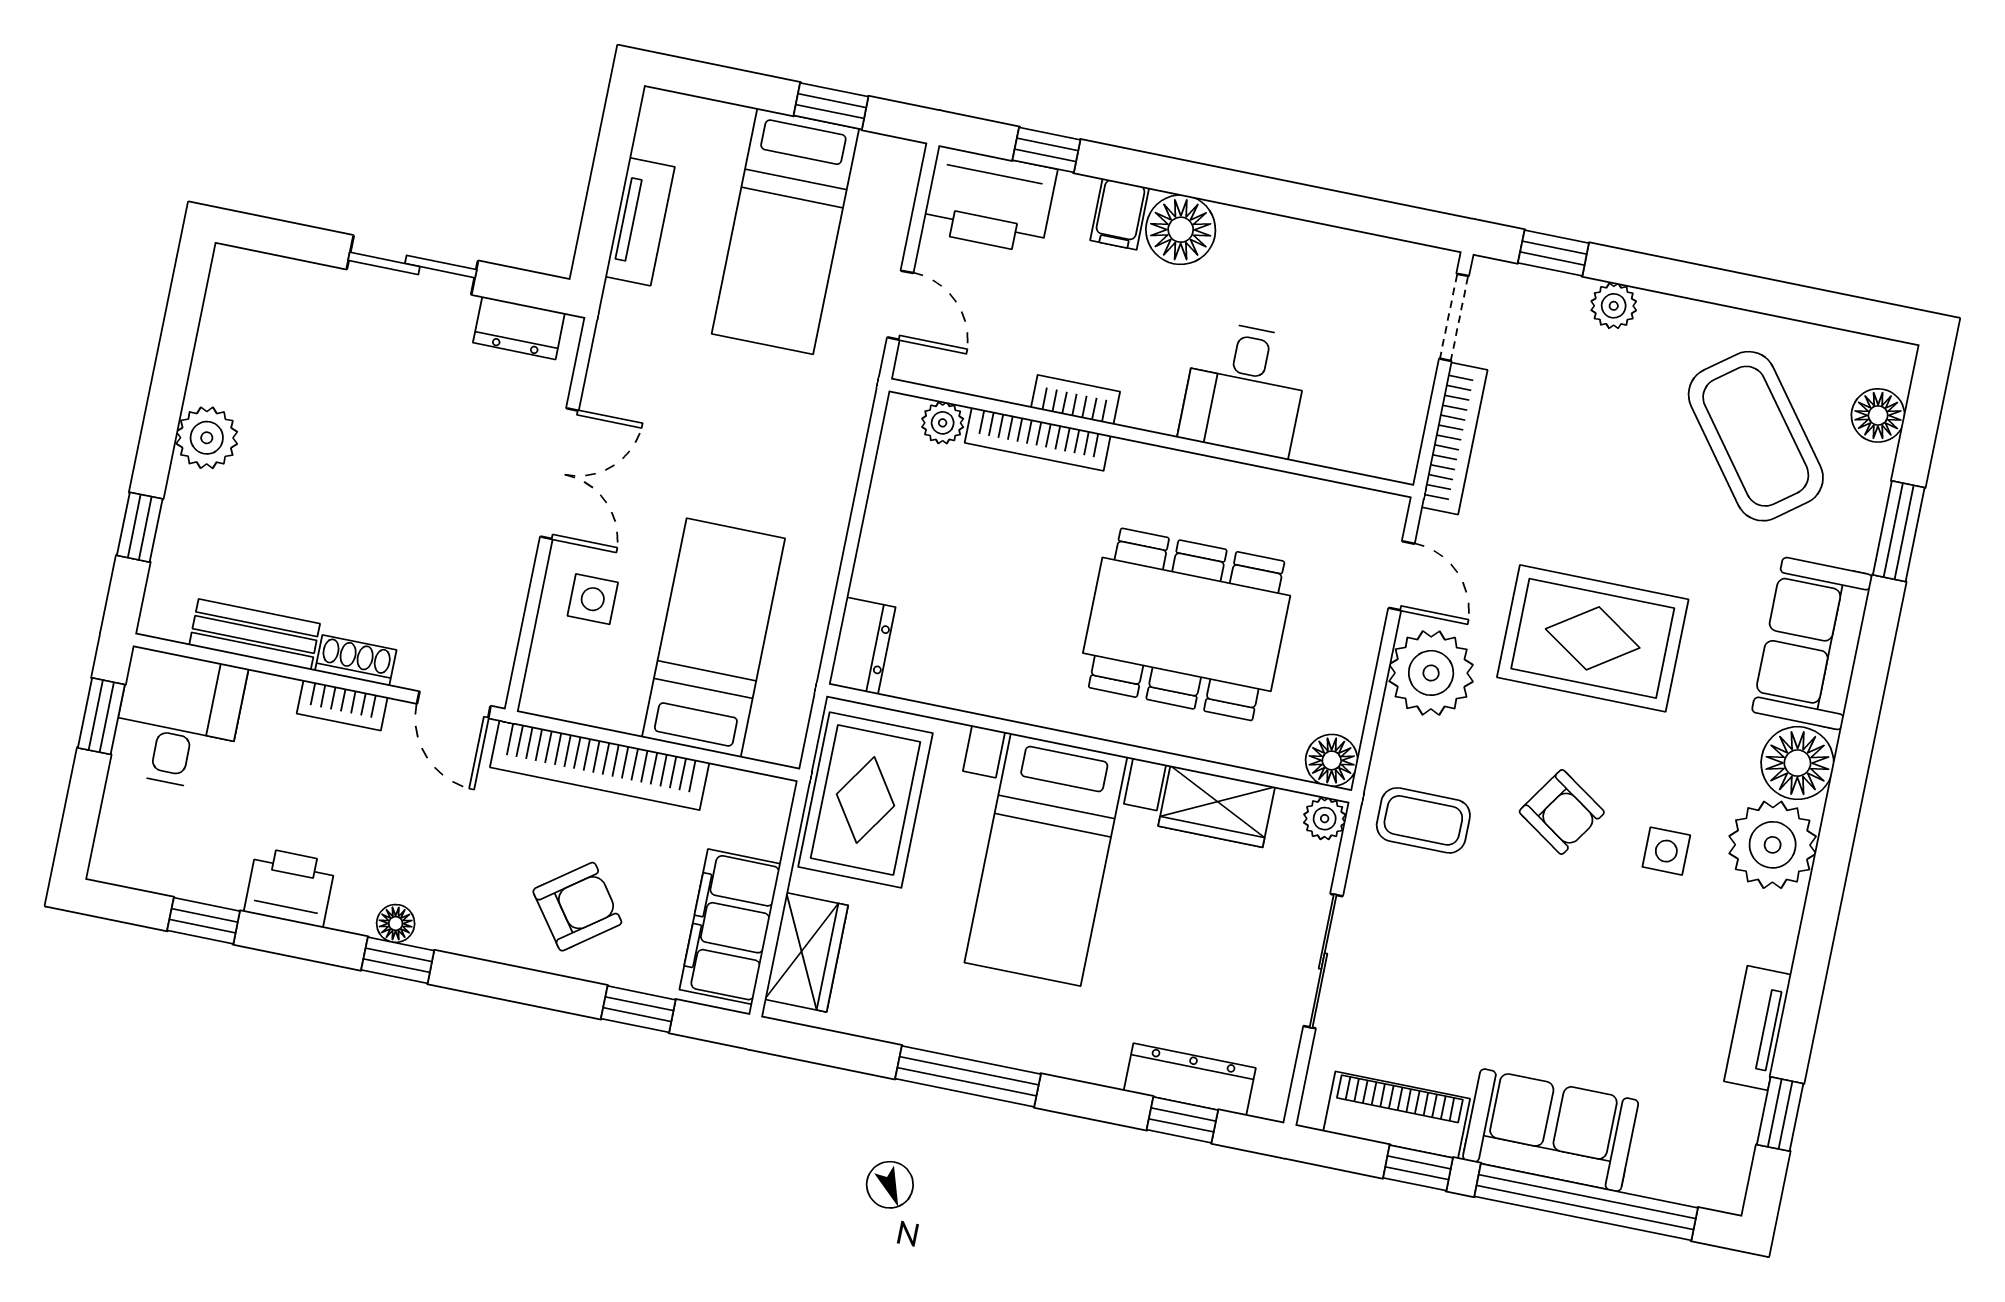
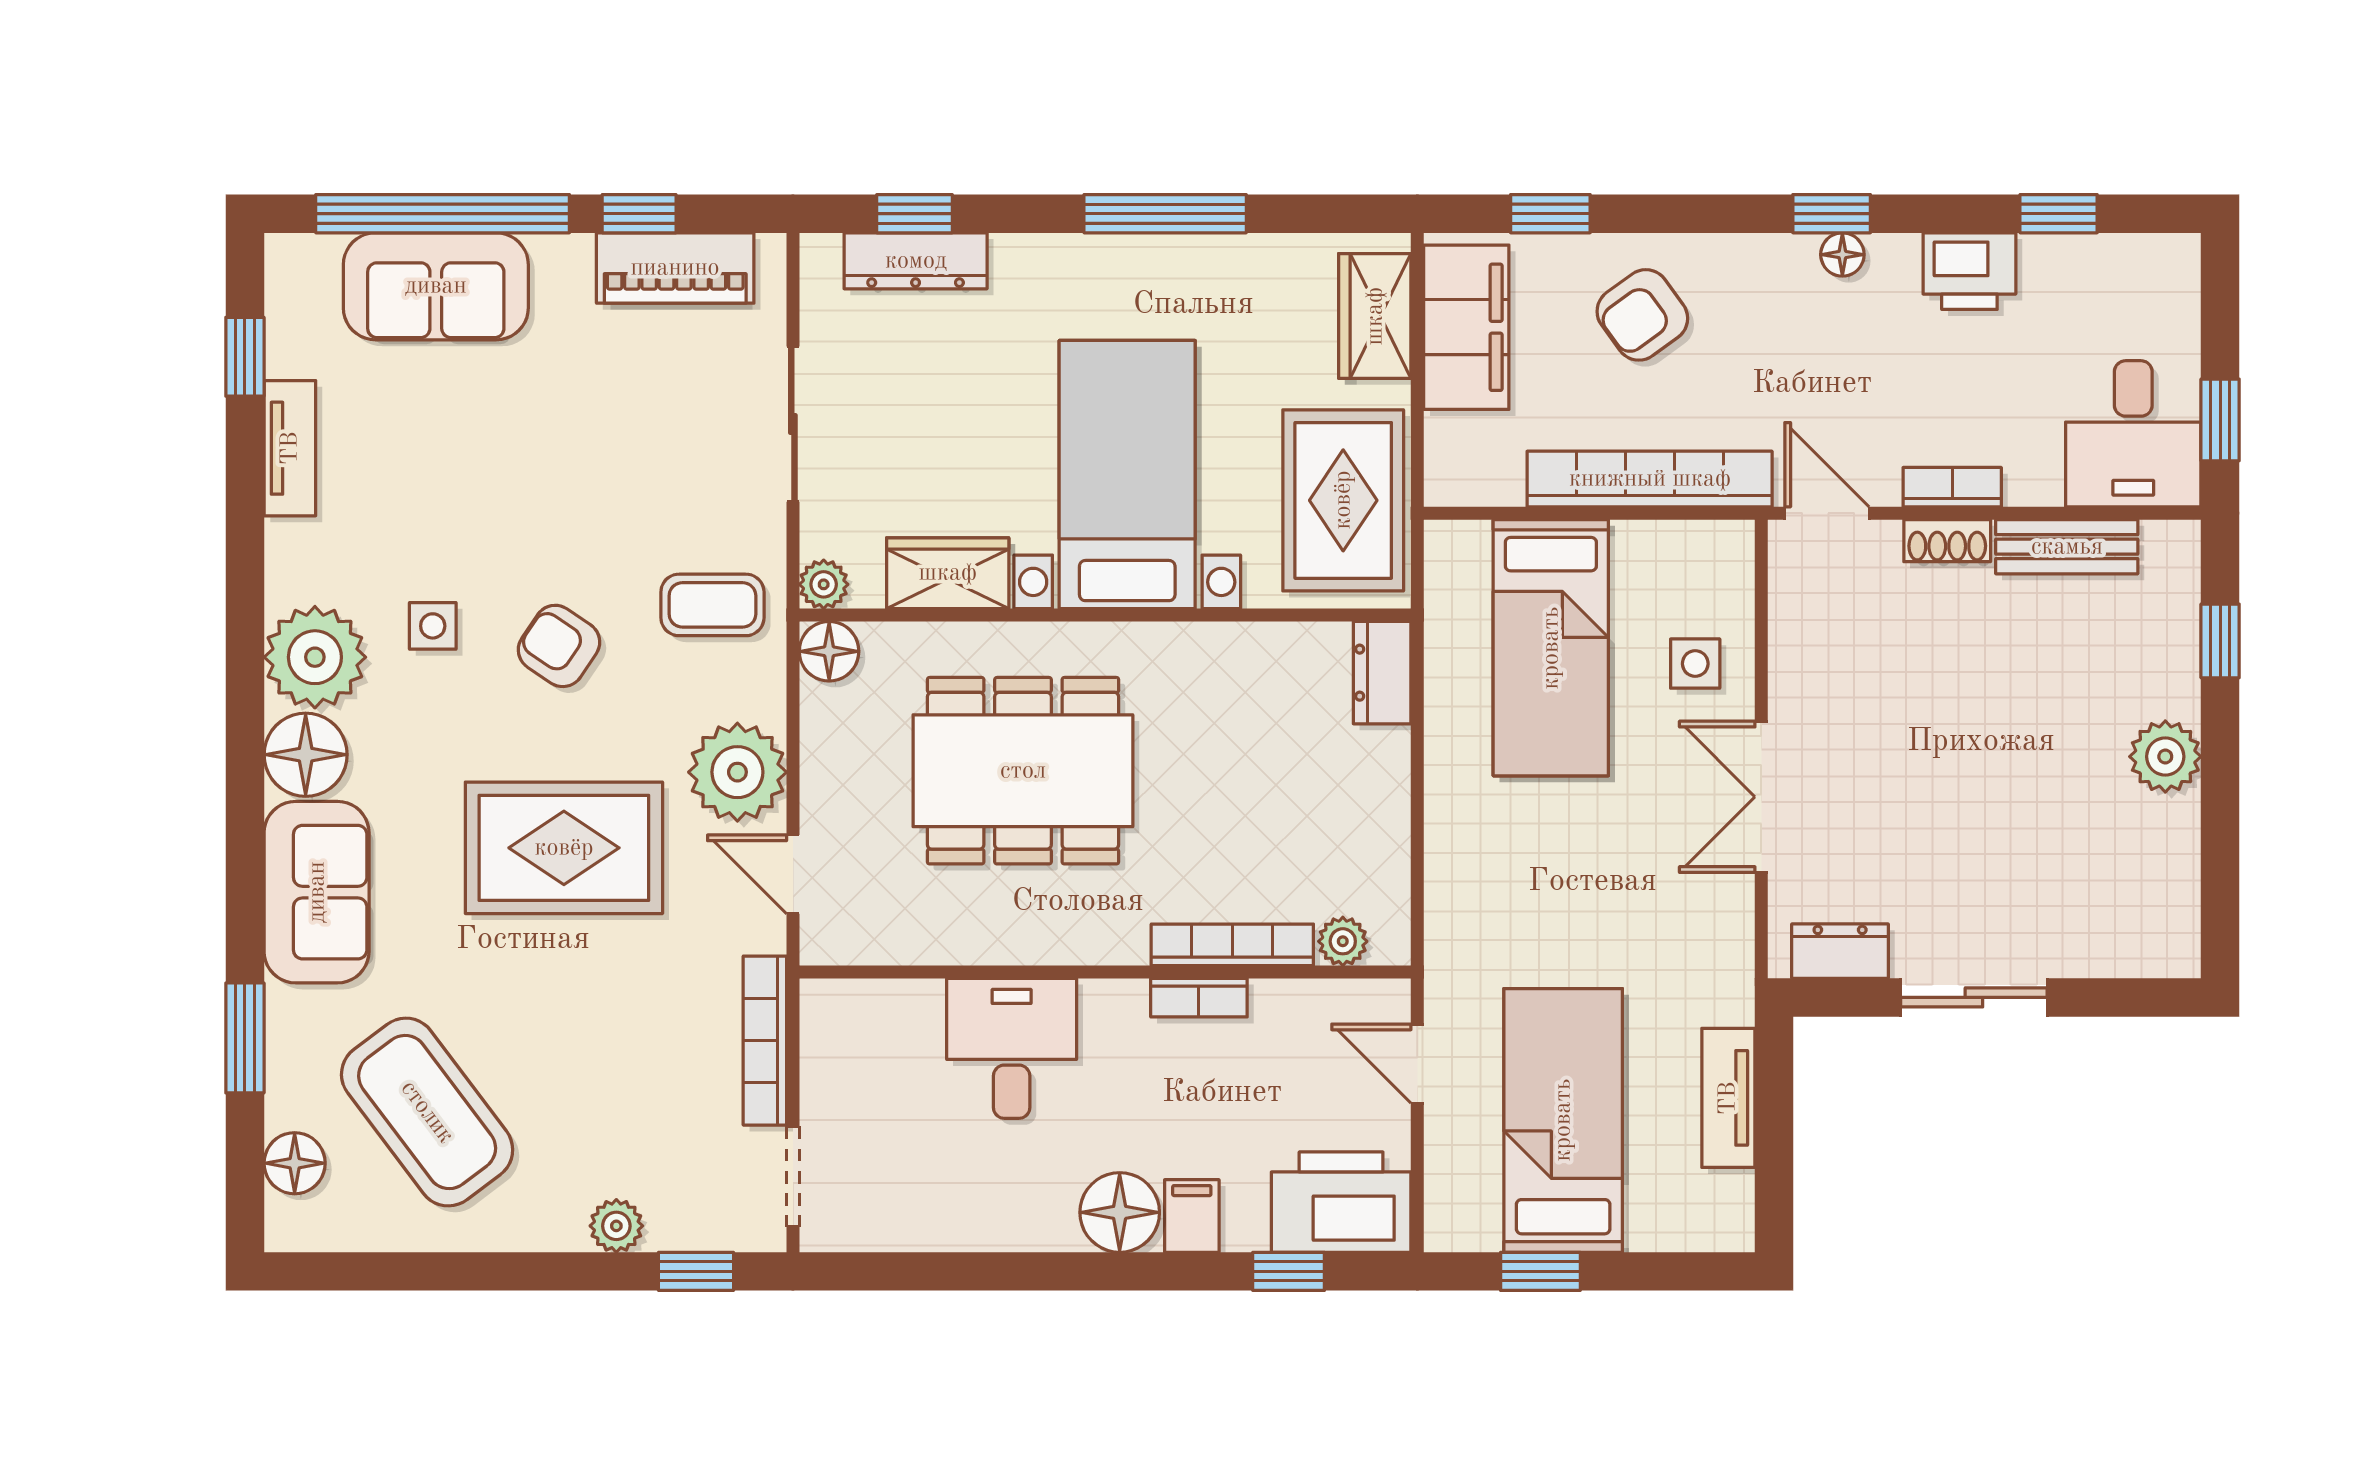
sofa: (1551, 1130) -> (436, 286), moved

